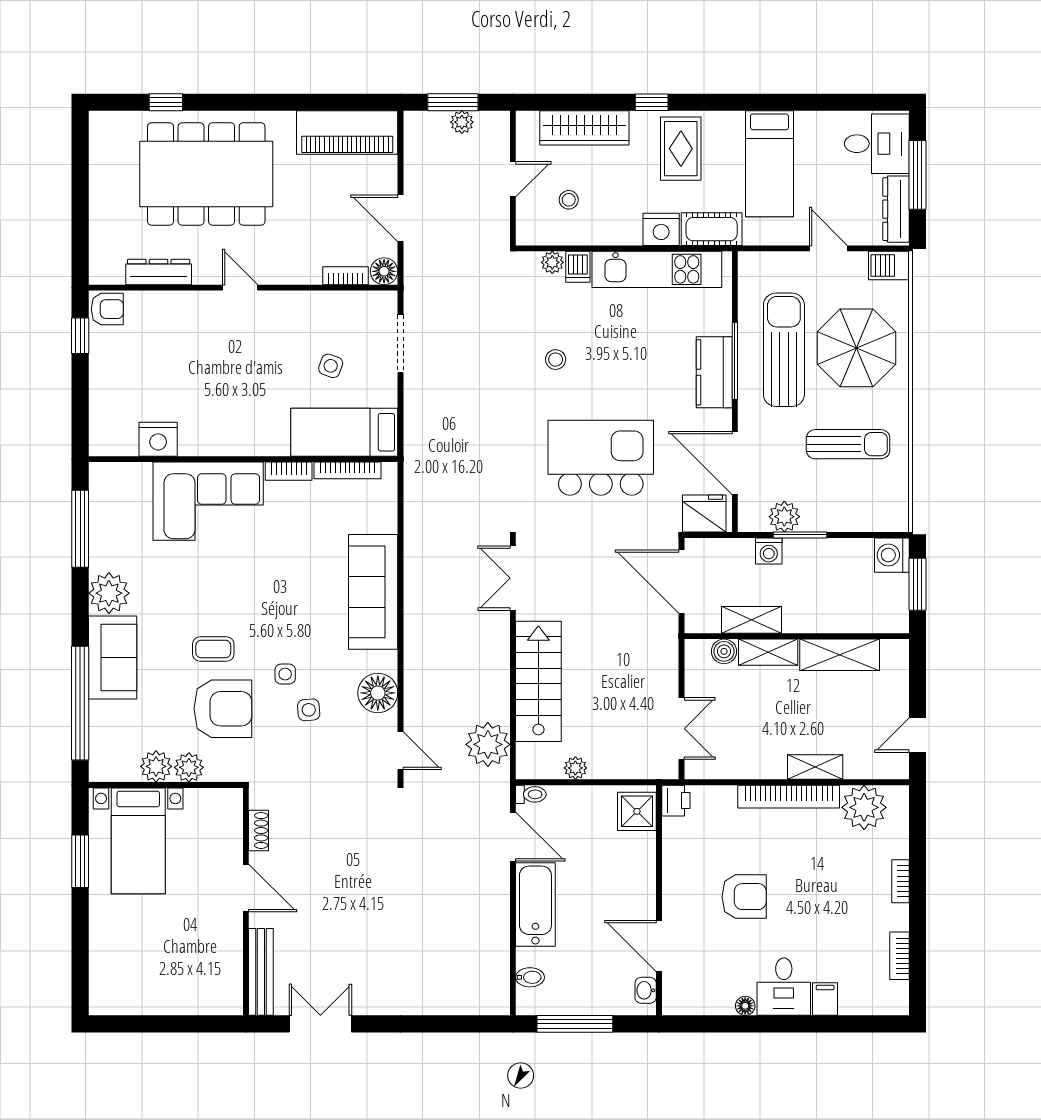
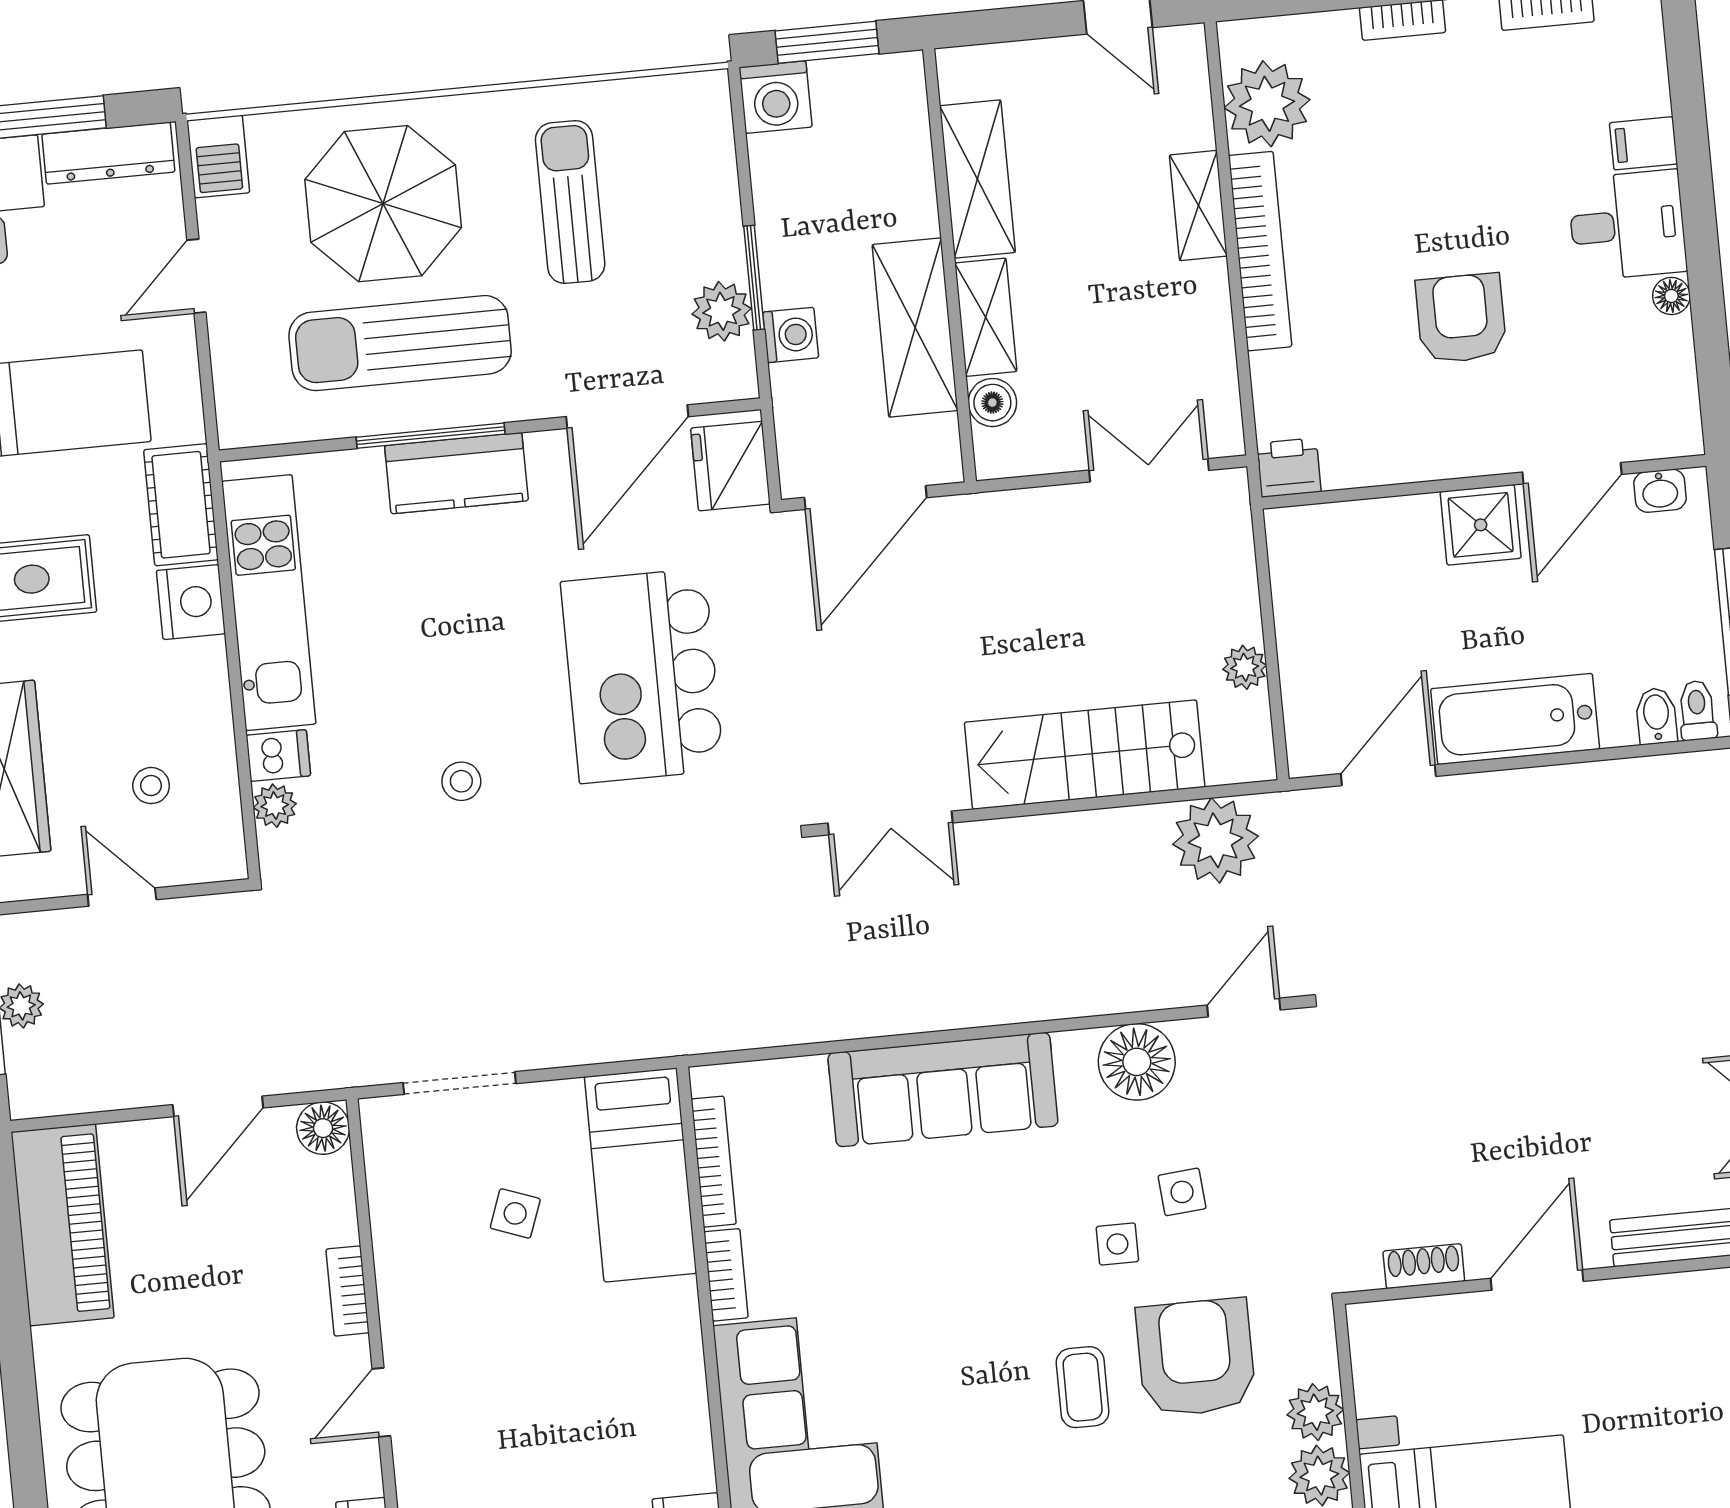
bookcase: (346, 276) -> (348, 1291), moved
shelving: (751, 620) -> (915, 328), width x1.50, depth x1.33
toilet: (531, 794) -> (1697, 710), moved
shower: (637, 811) -> (1481, 525), moved

